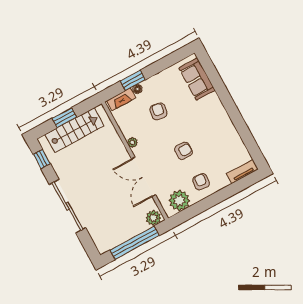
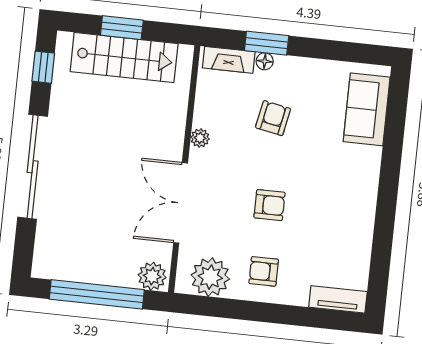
armchair: (201, 182) -> (264, 271), turned -96

